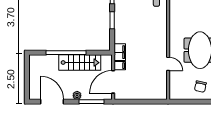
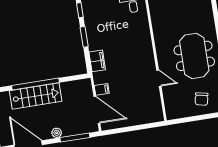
filing cabinet: (120, 52) -> (97, 61), moved
stairs: (80, 63) -> (36, 96), moved
door: (113, 82) -> (97, 110), swing flipped

